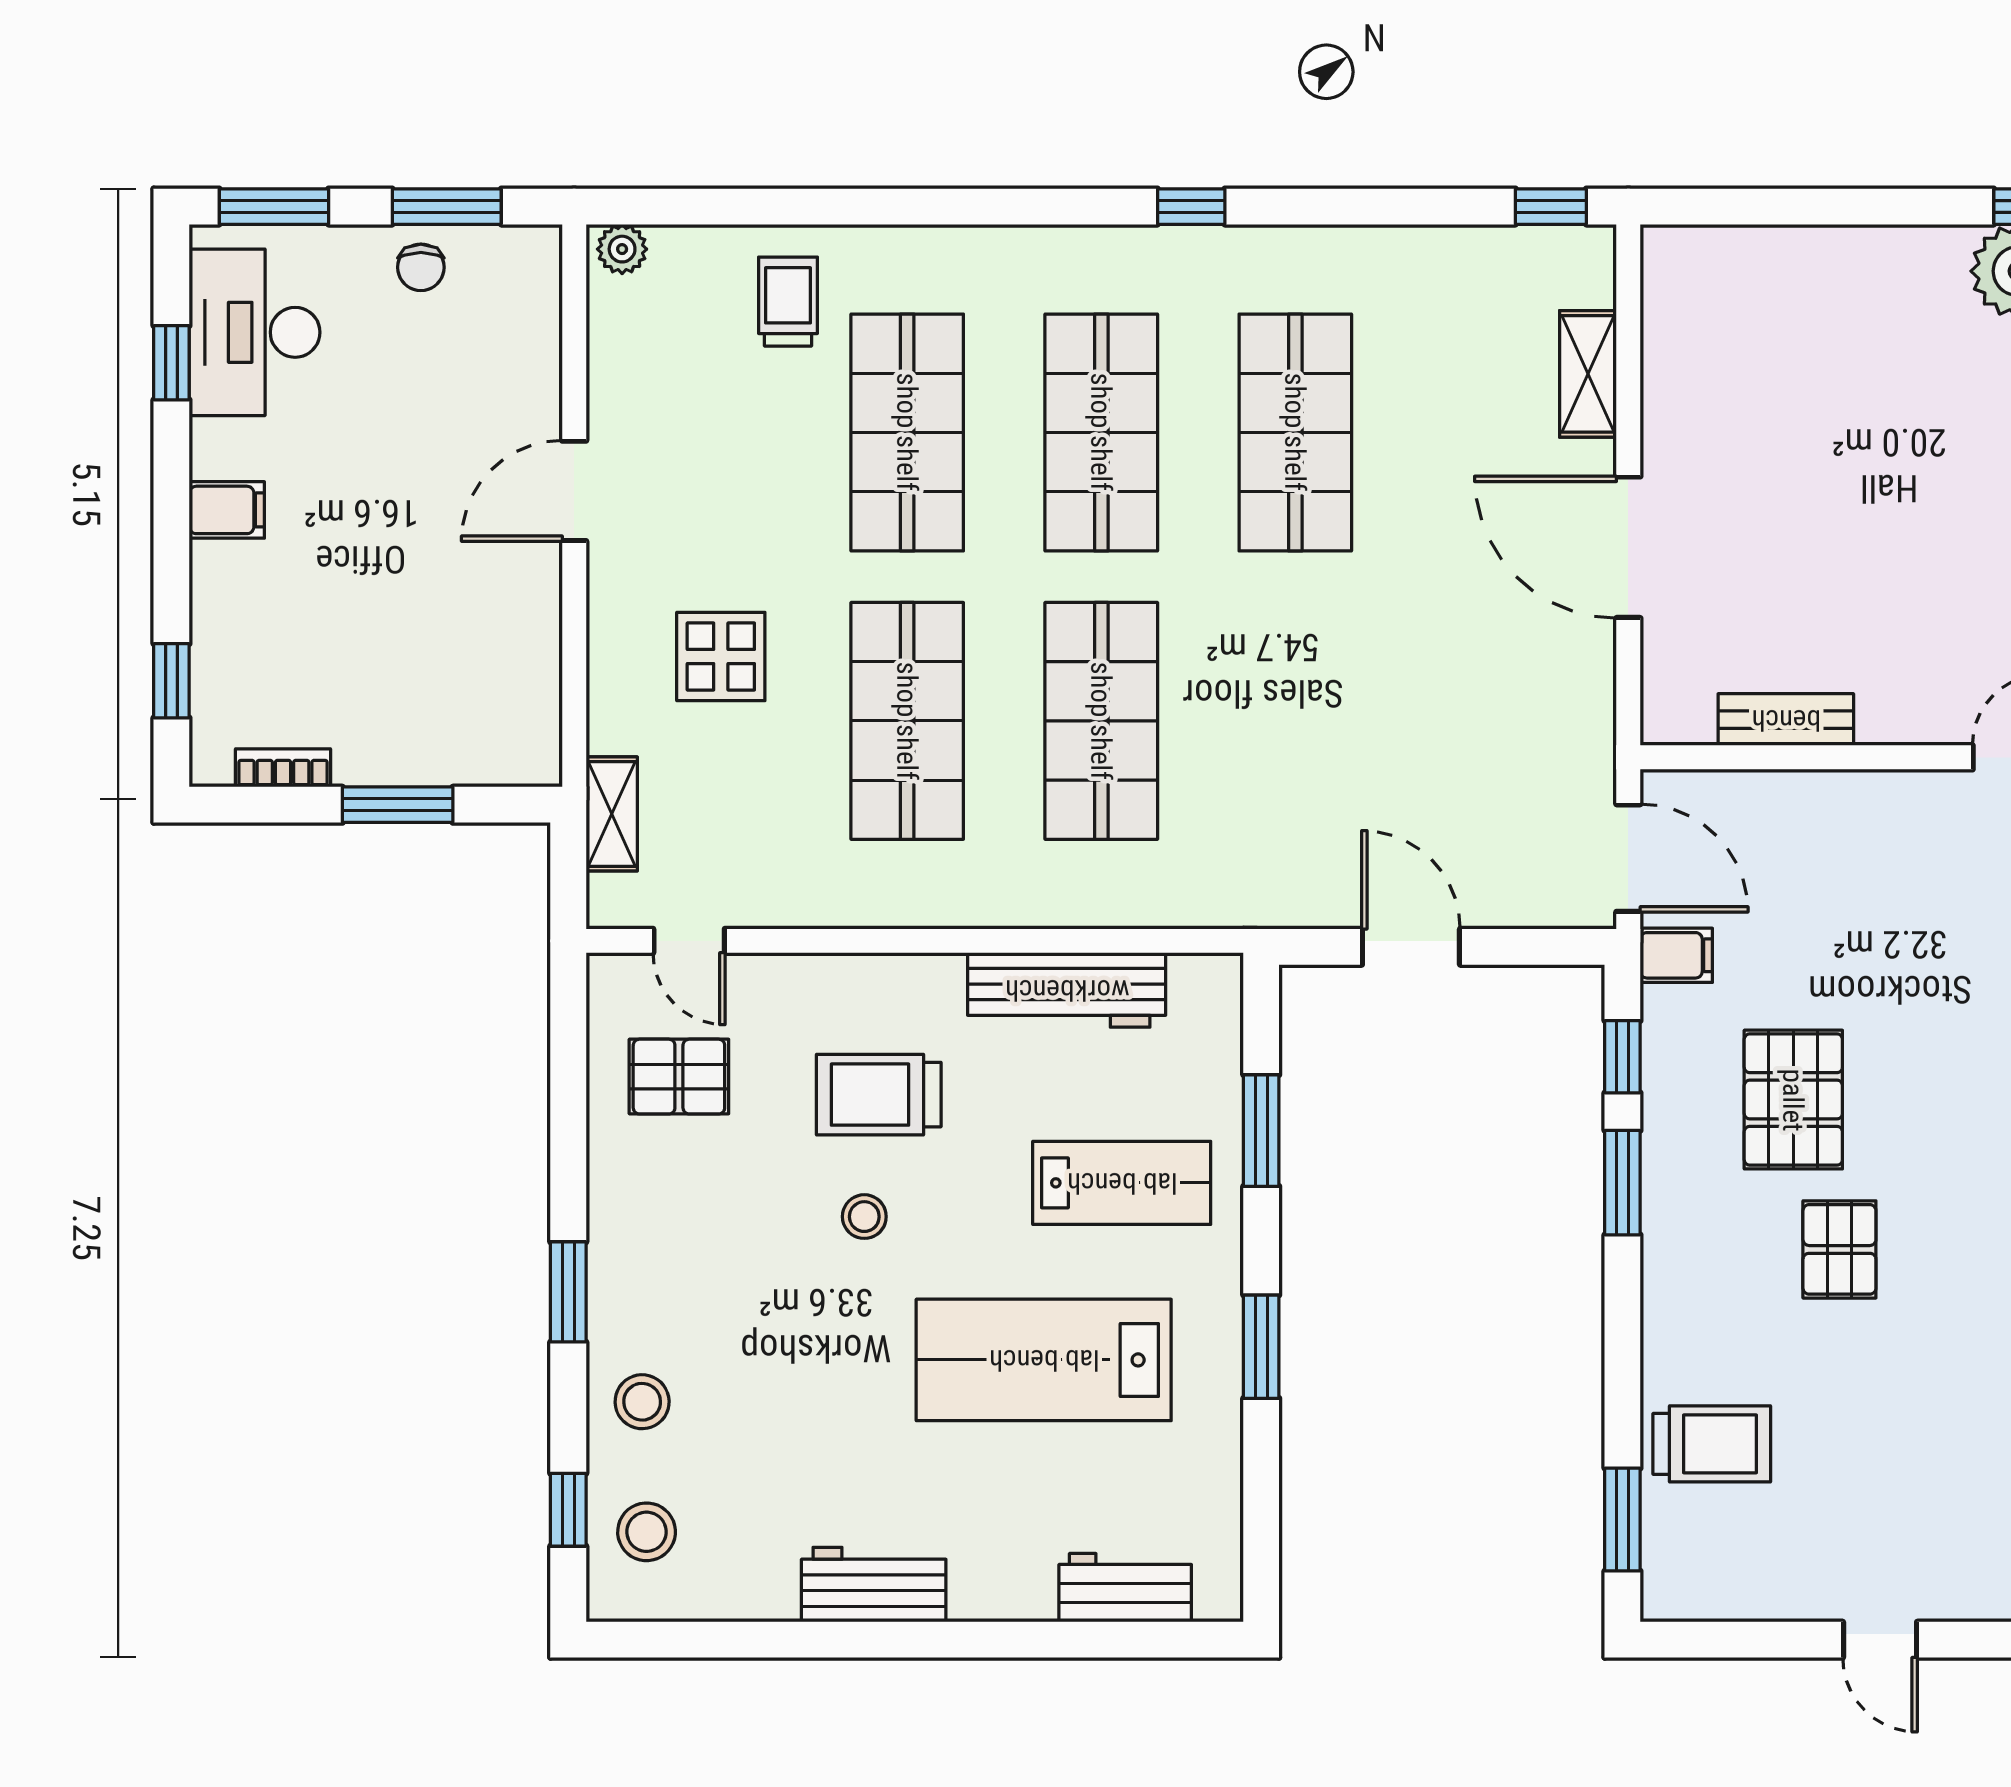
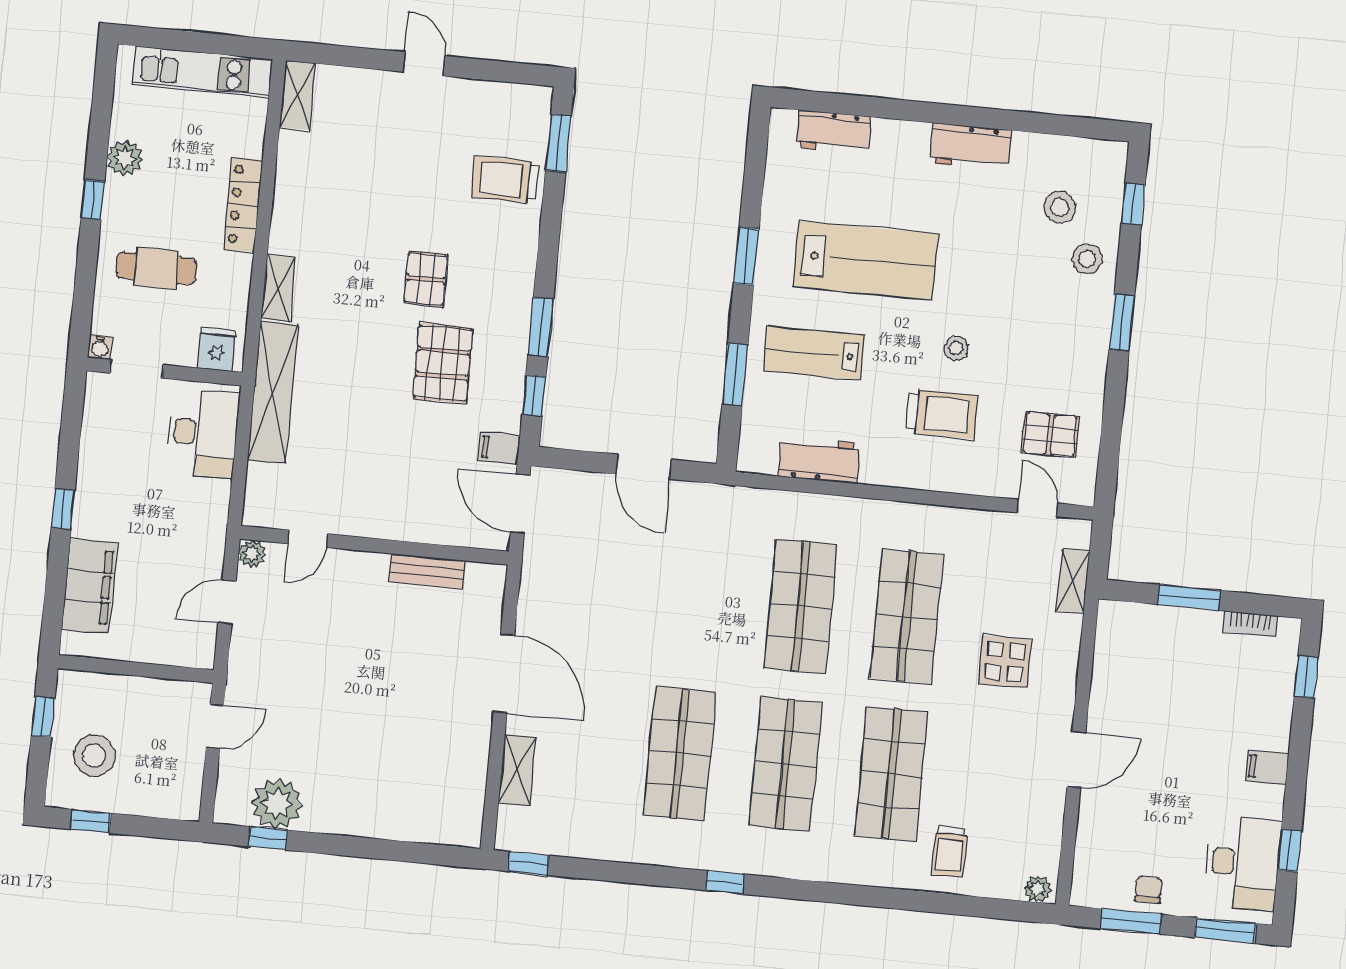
workbench: (1067, 990) -> (819, 460), width x0.73
stool: (647, 1532) -> (1060, 207), moved

